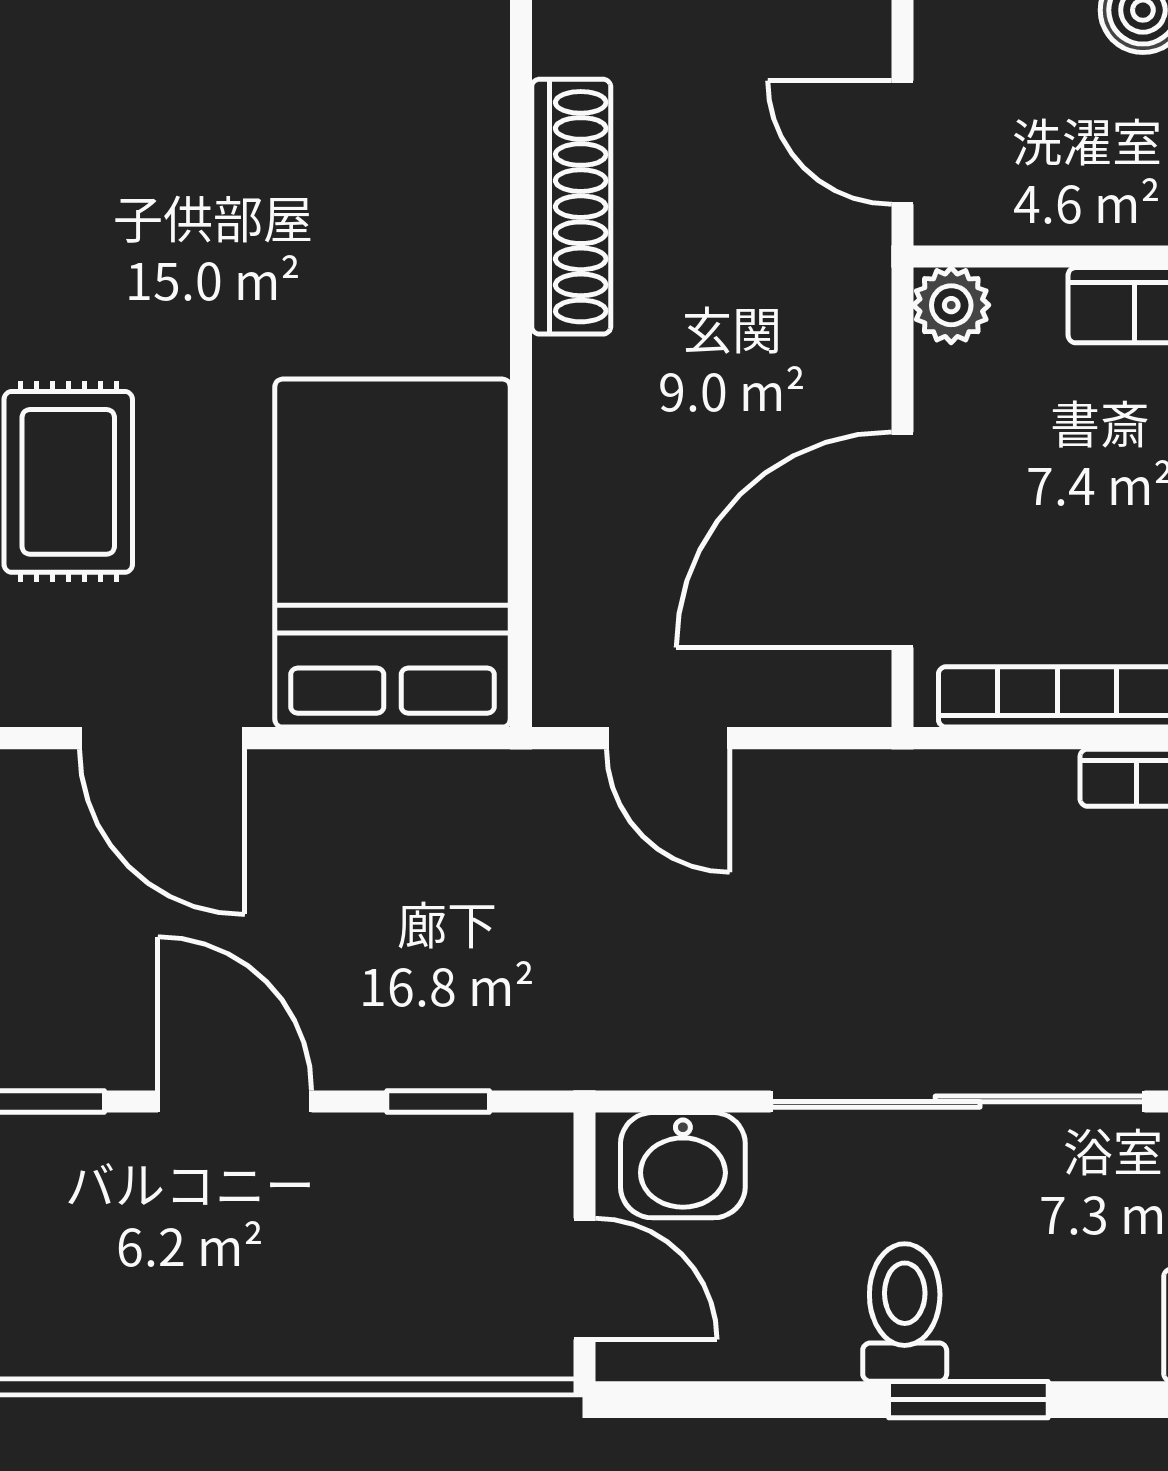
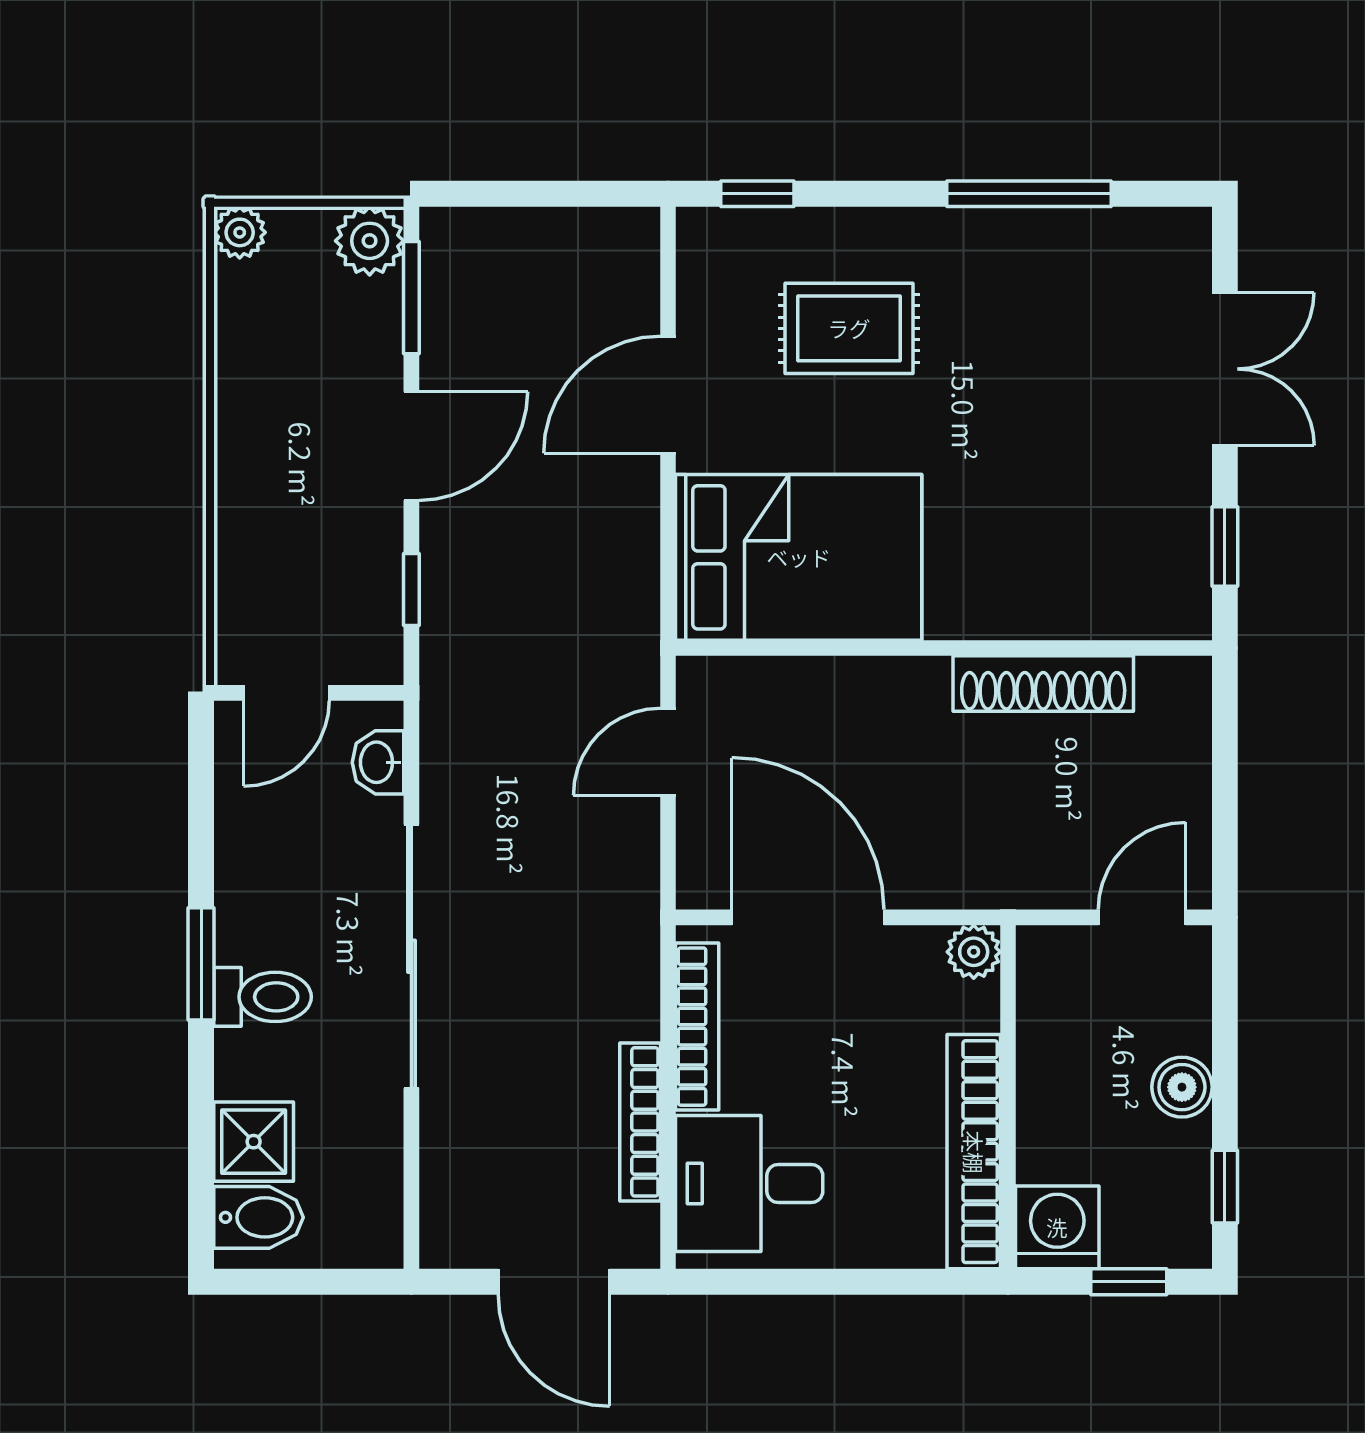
door: (903, 143) -> (1142, 917), moved
washbasin: (683, 1165) -> (378, 762), width x0.72, depth x0.69
toilet: (905, 1312) -> (263, 997), moved

